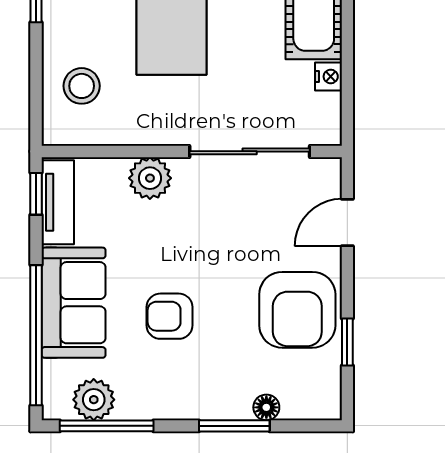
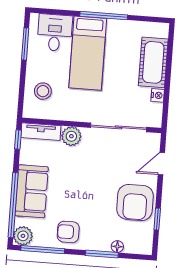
tv unit: (58, 202) -> (41, 132), moved, turned 90
armchair: (170, 316) -> (68, 232), moved
plant: (94, 400) -> (23, 236), moved

